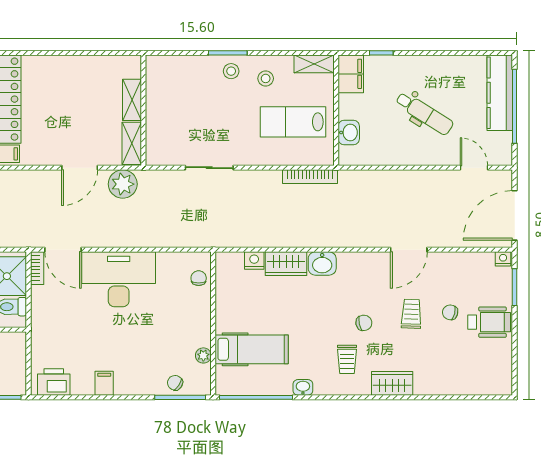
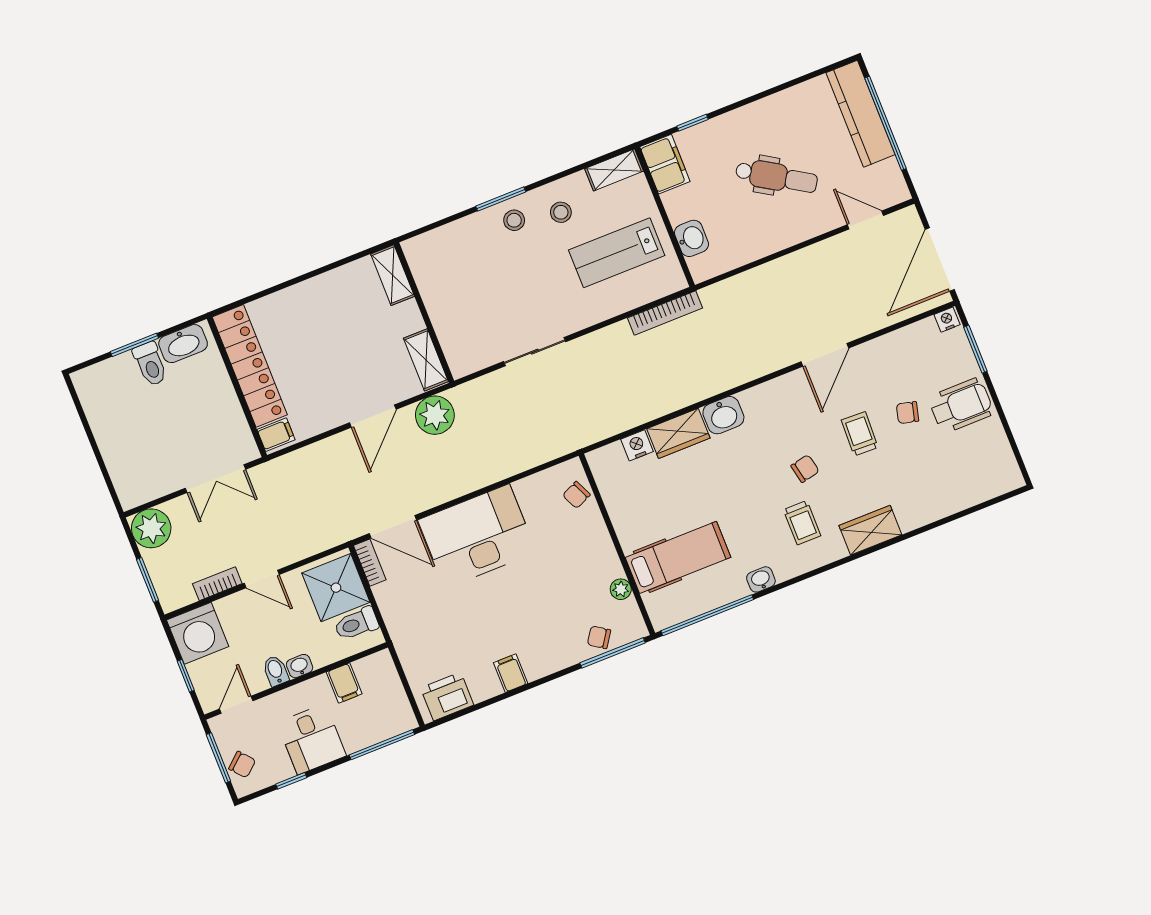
shelving: (132, 100) -> (393, 275), moved
chair: (199, 278) -> (576, 495), turned -114

